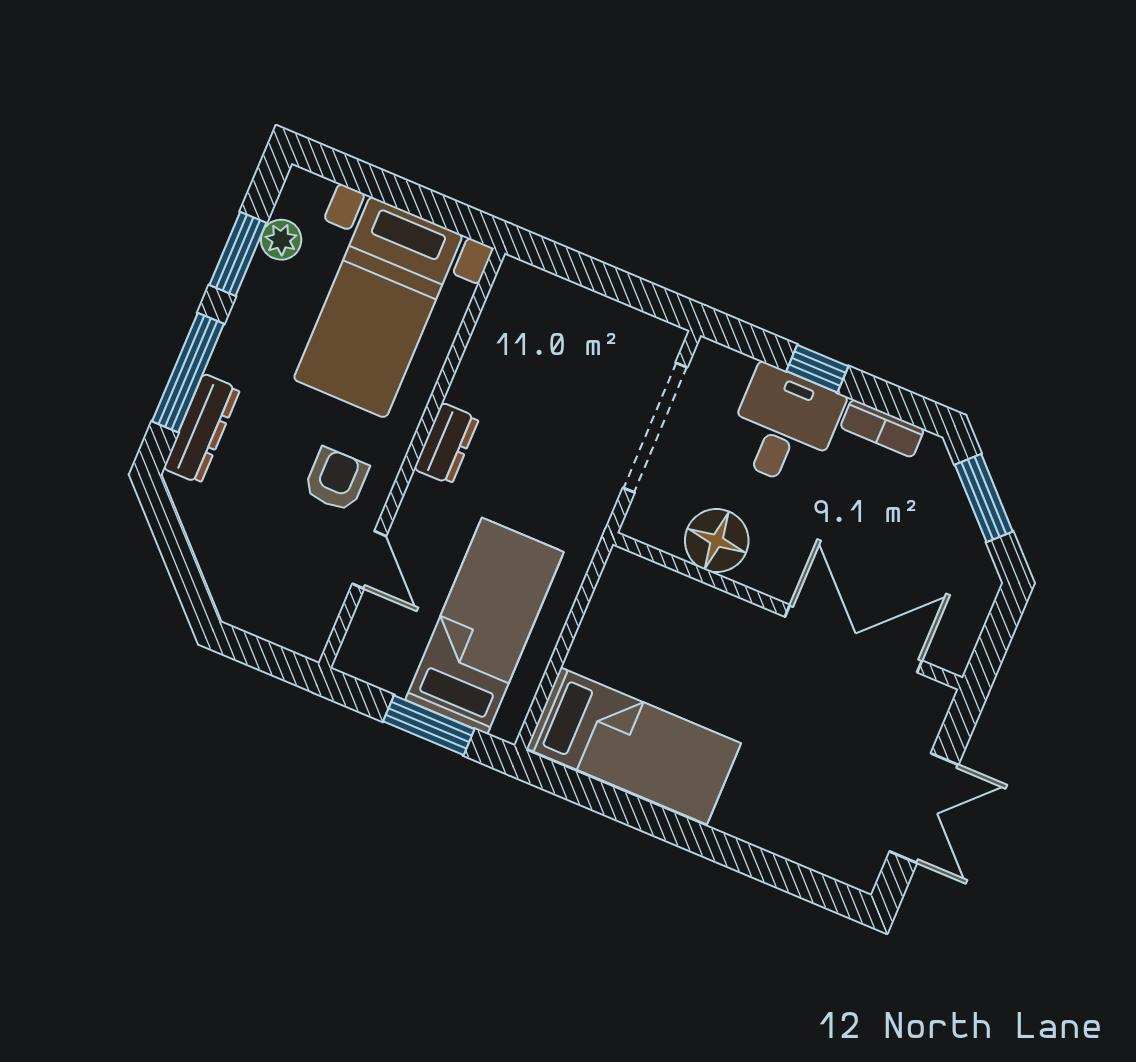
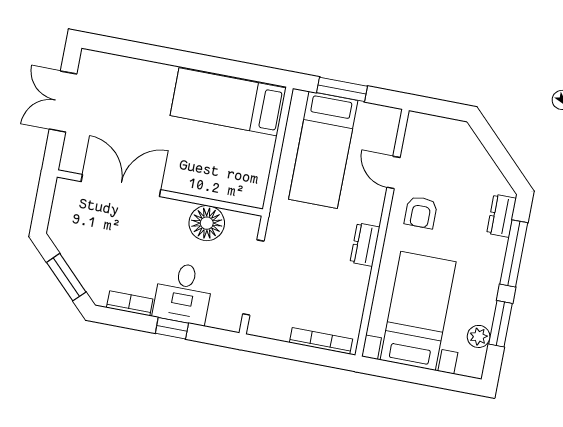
bookcase: (560, 291) -> (321, 341), added
dresser: (202, 429) -> (501, 216), width x0.70
double door: (853, 639) -> (121, 186), swing flipped

